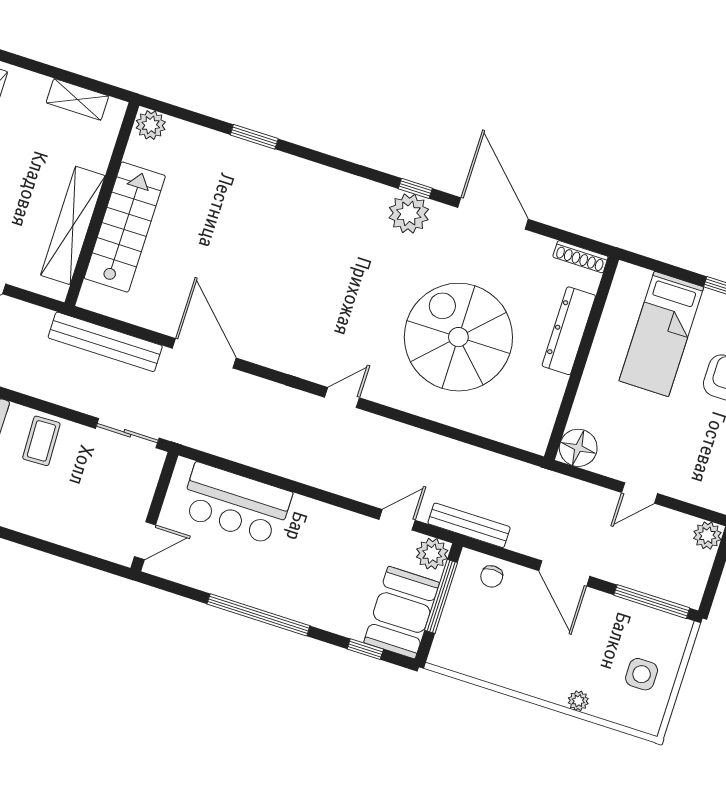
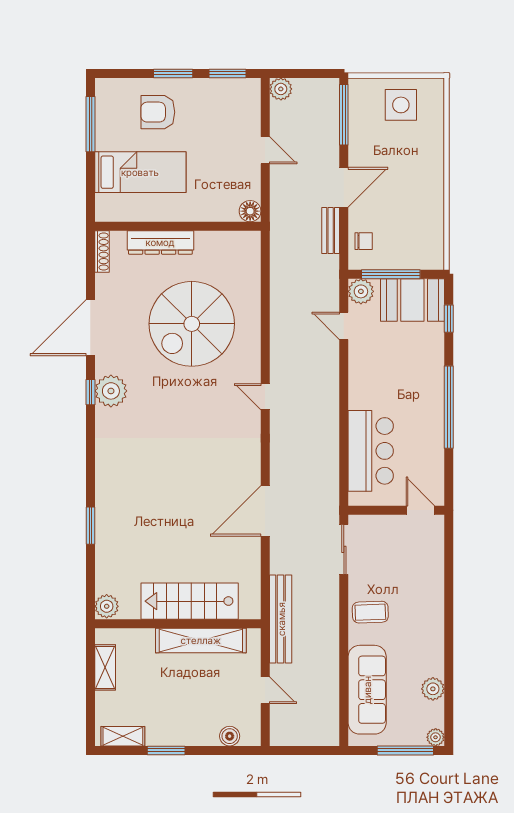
bench: (105, 342) -> (281, 619), moved
floor lamp: (578, 448) -> (250, 211), width x0.73, depth x0.73
bench: (469, 525) -> (331, 231), moved, width x0.73
side table: (642, 674) -> (401, 105), width x1.37, depth x1.37
plant: (578, 701) -> (436, 146), removed

